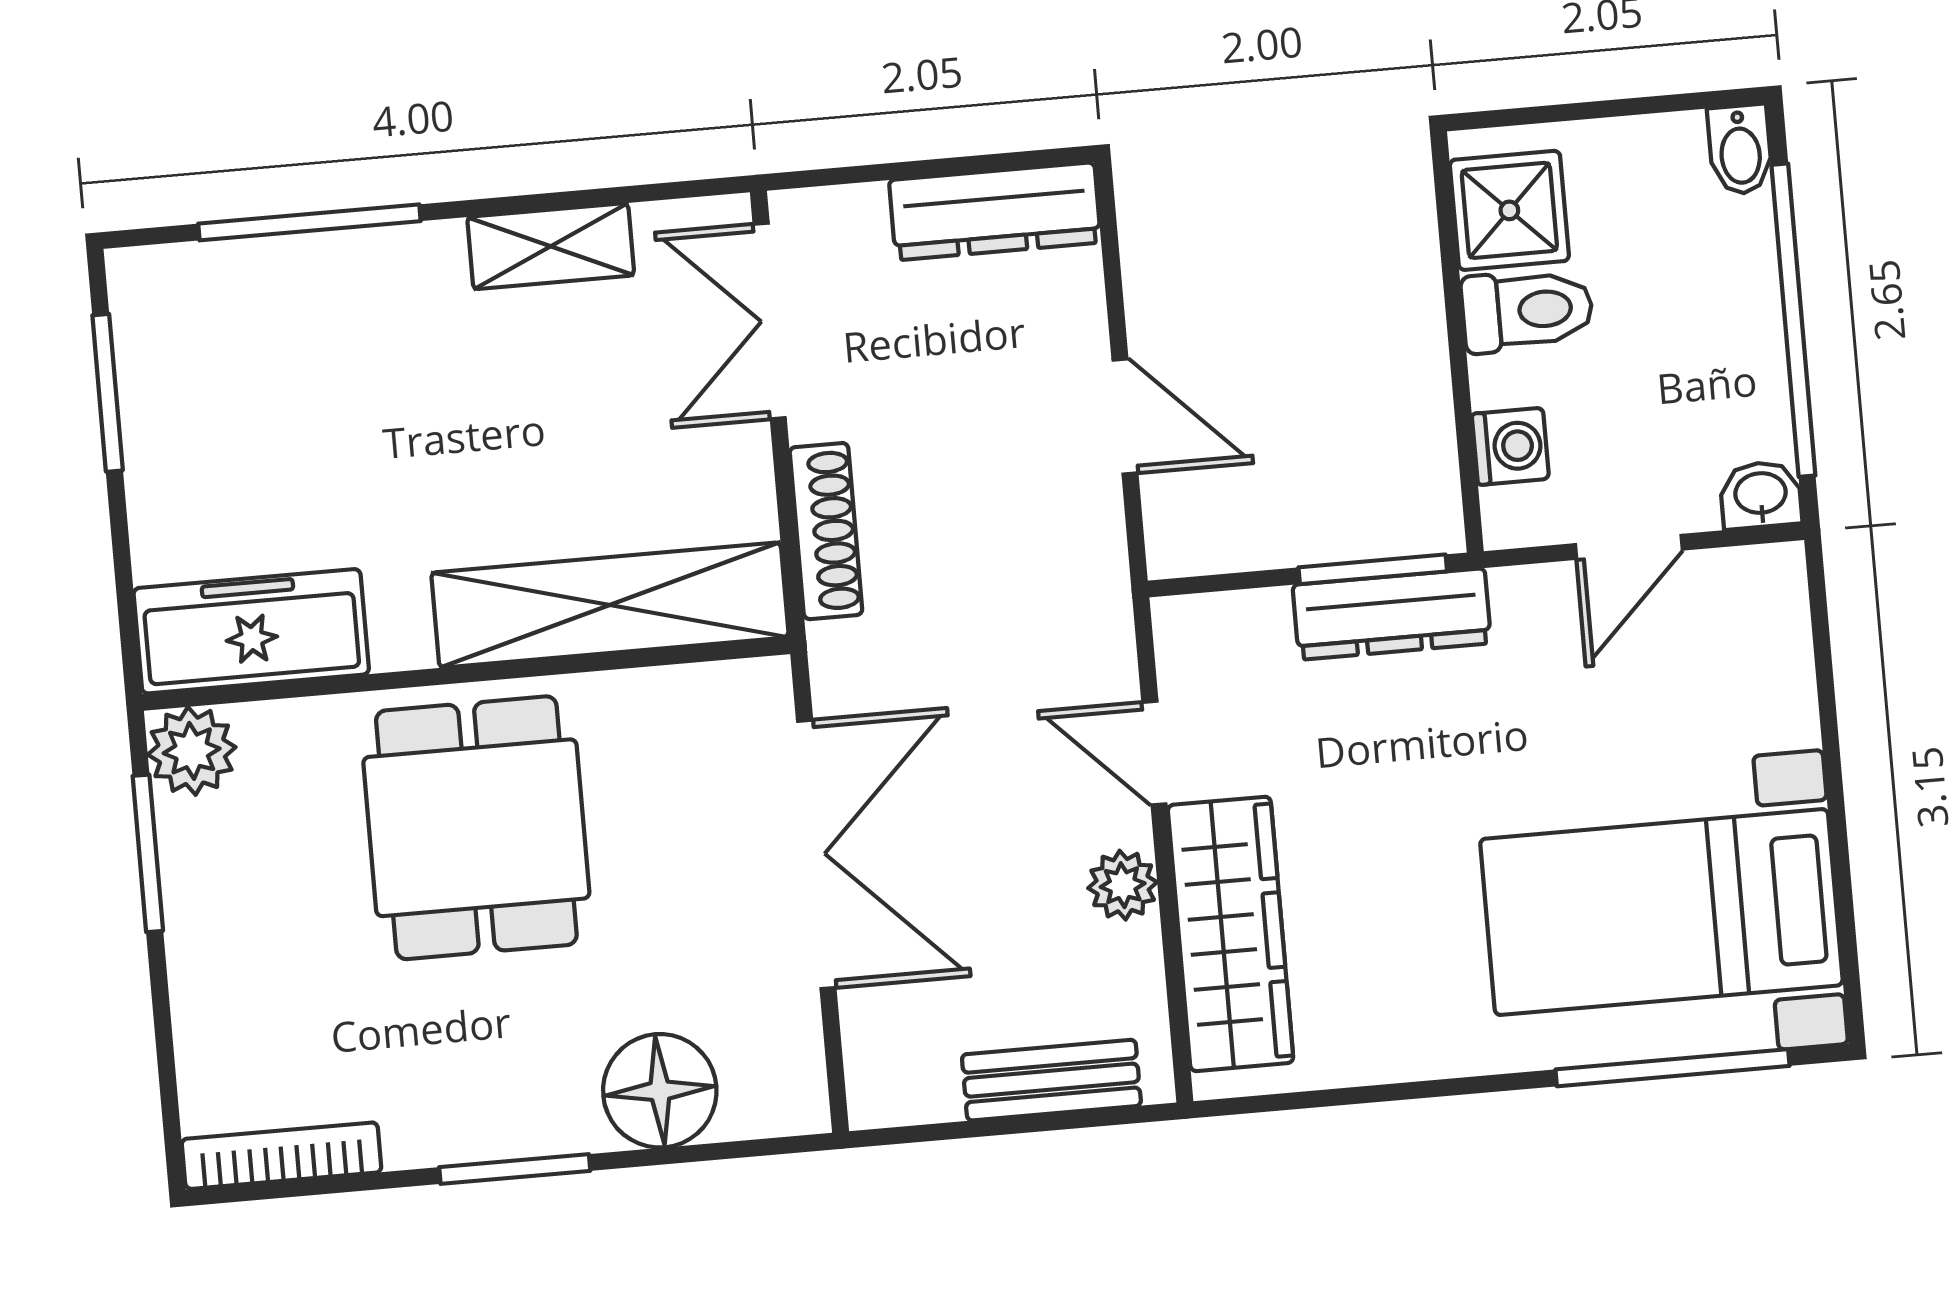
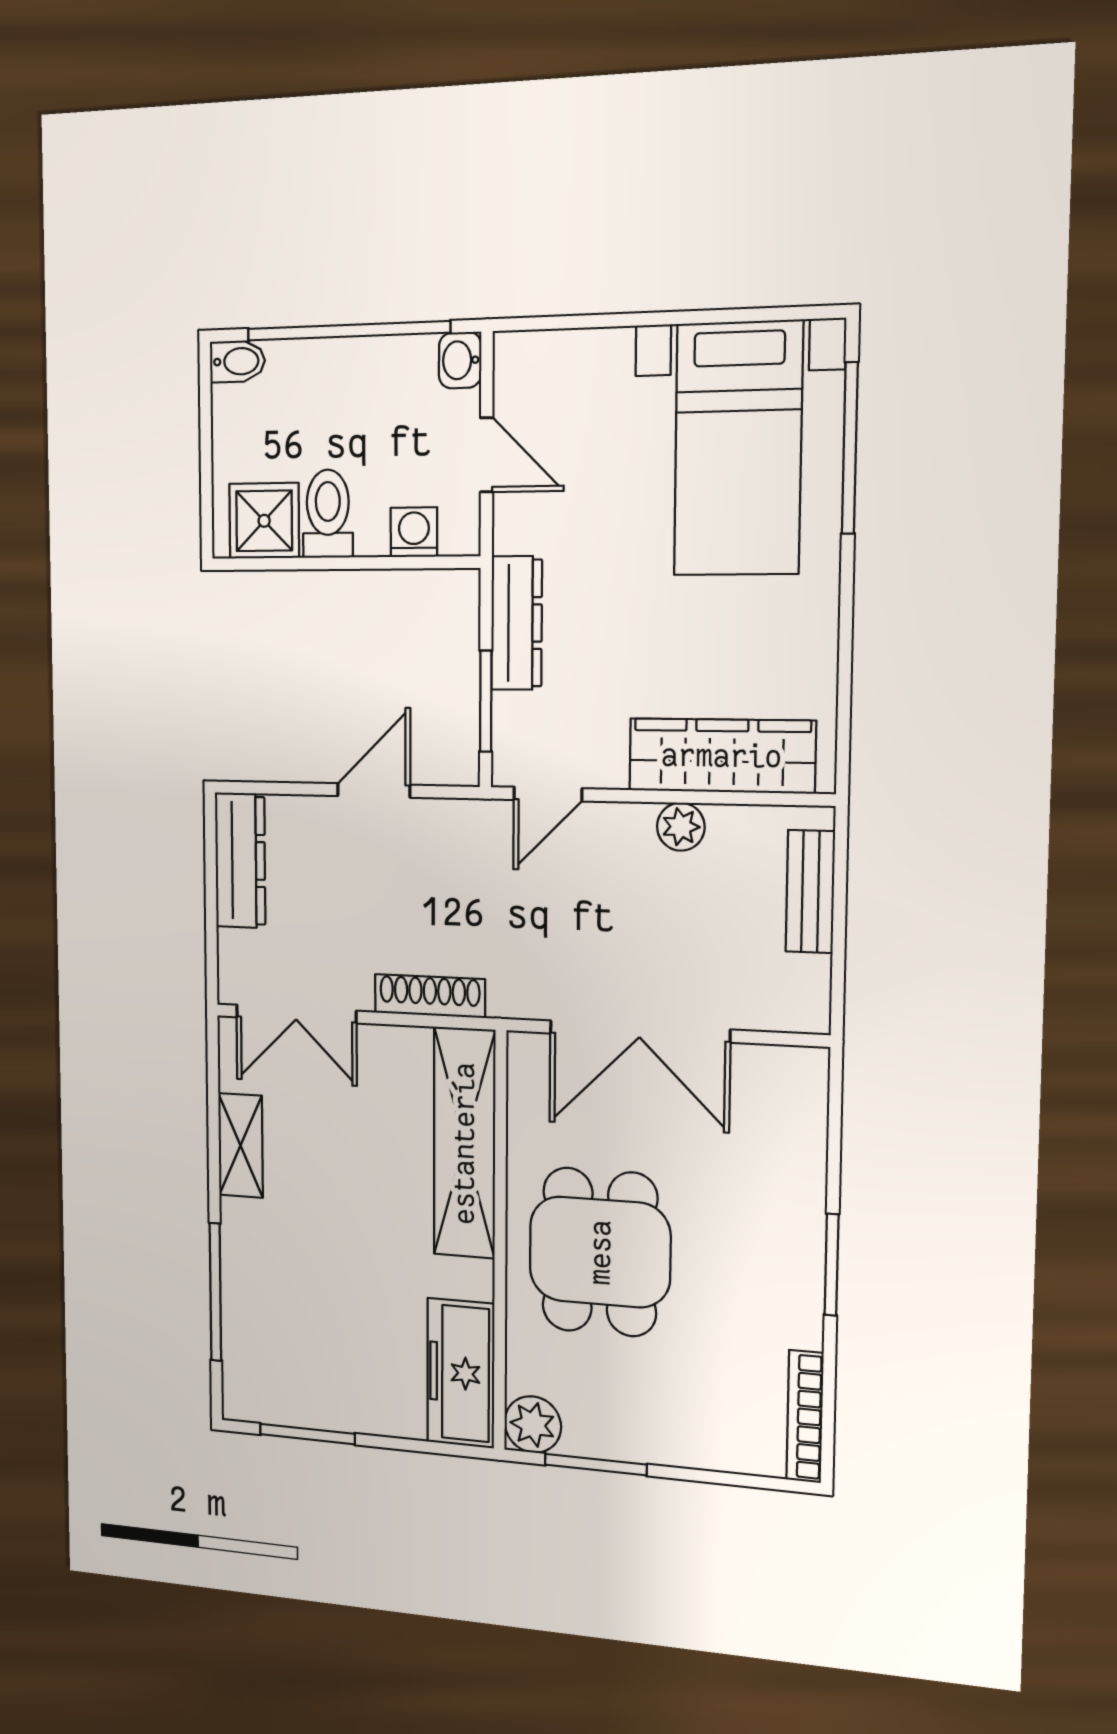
window: (1373, 569) -> (486, 701), moved
door: (1154, 753) -> (548, 794), moved
dining table: (476, 828) -> (600, 1252), turned 90
double door: (816, 854) -> (639, 1031), swing flipped
floor lamp: (660, 1091) -> (788, 1159), removed

